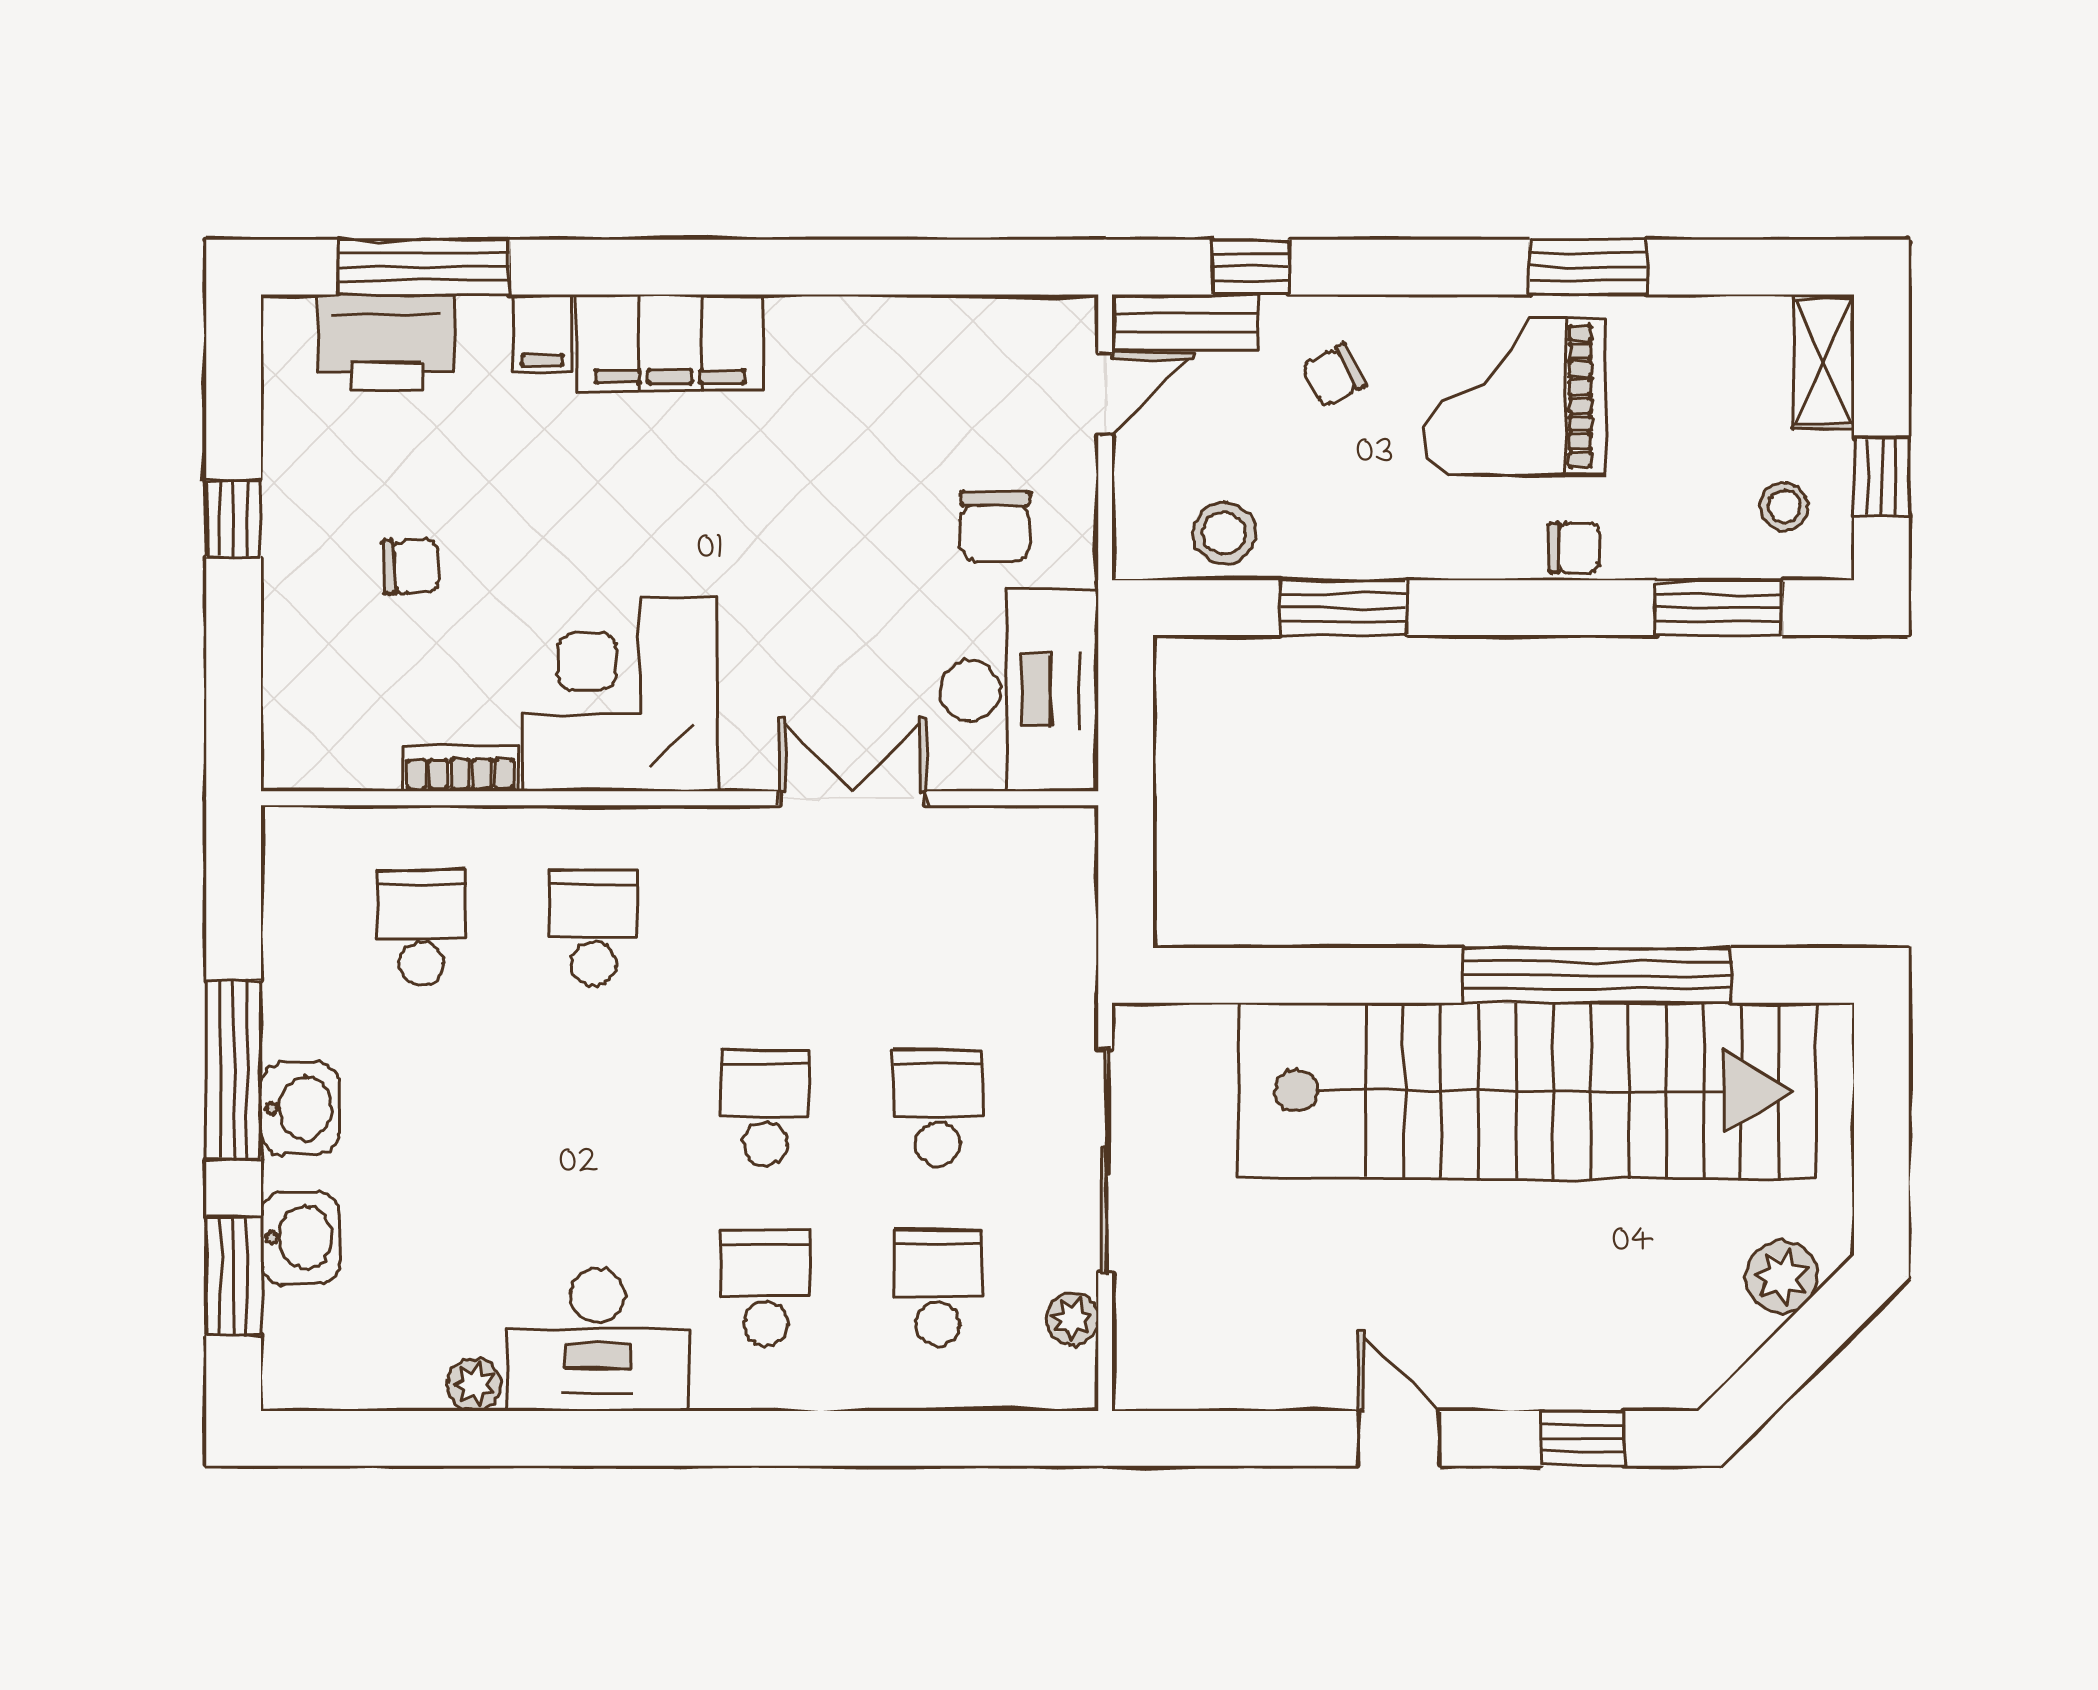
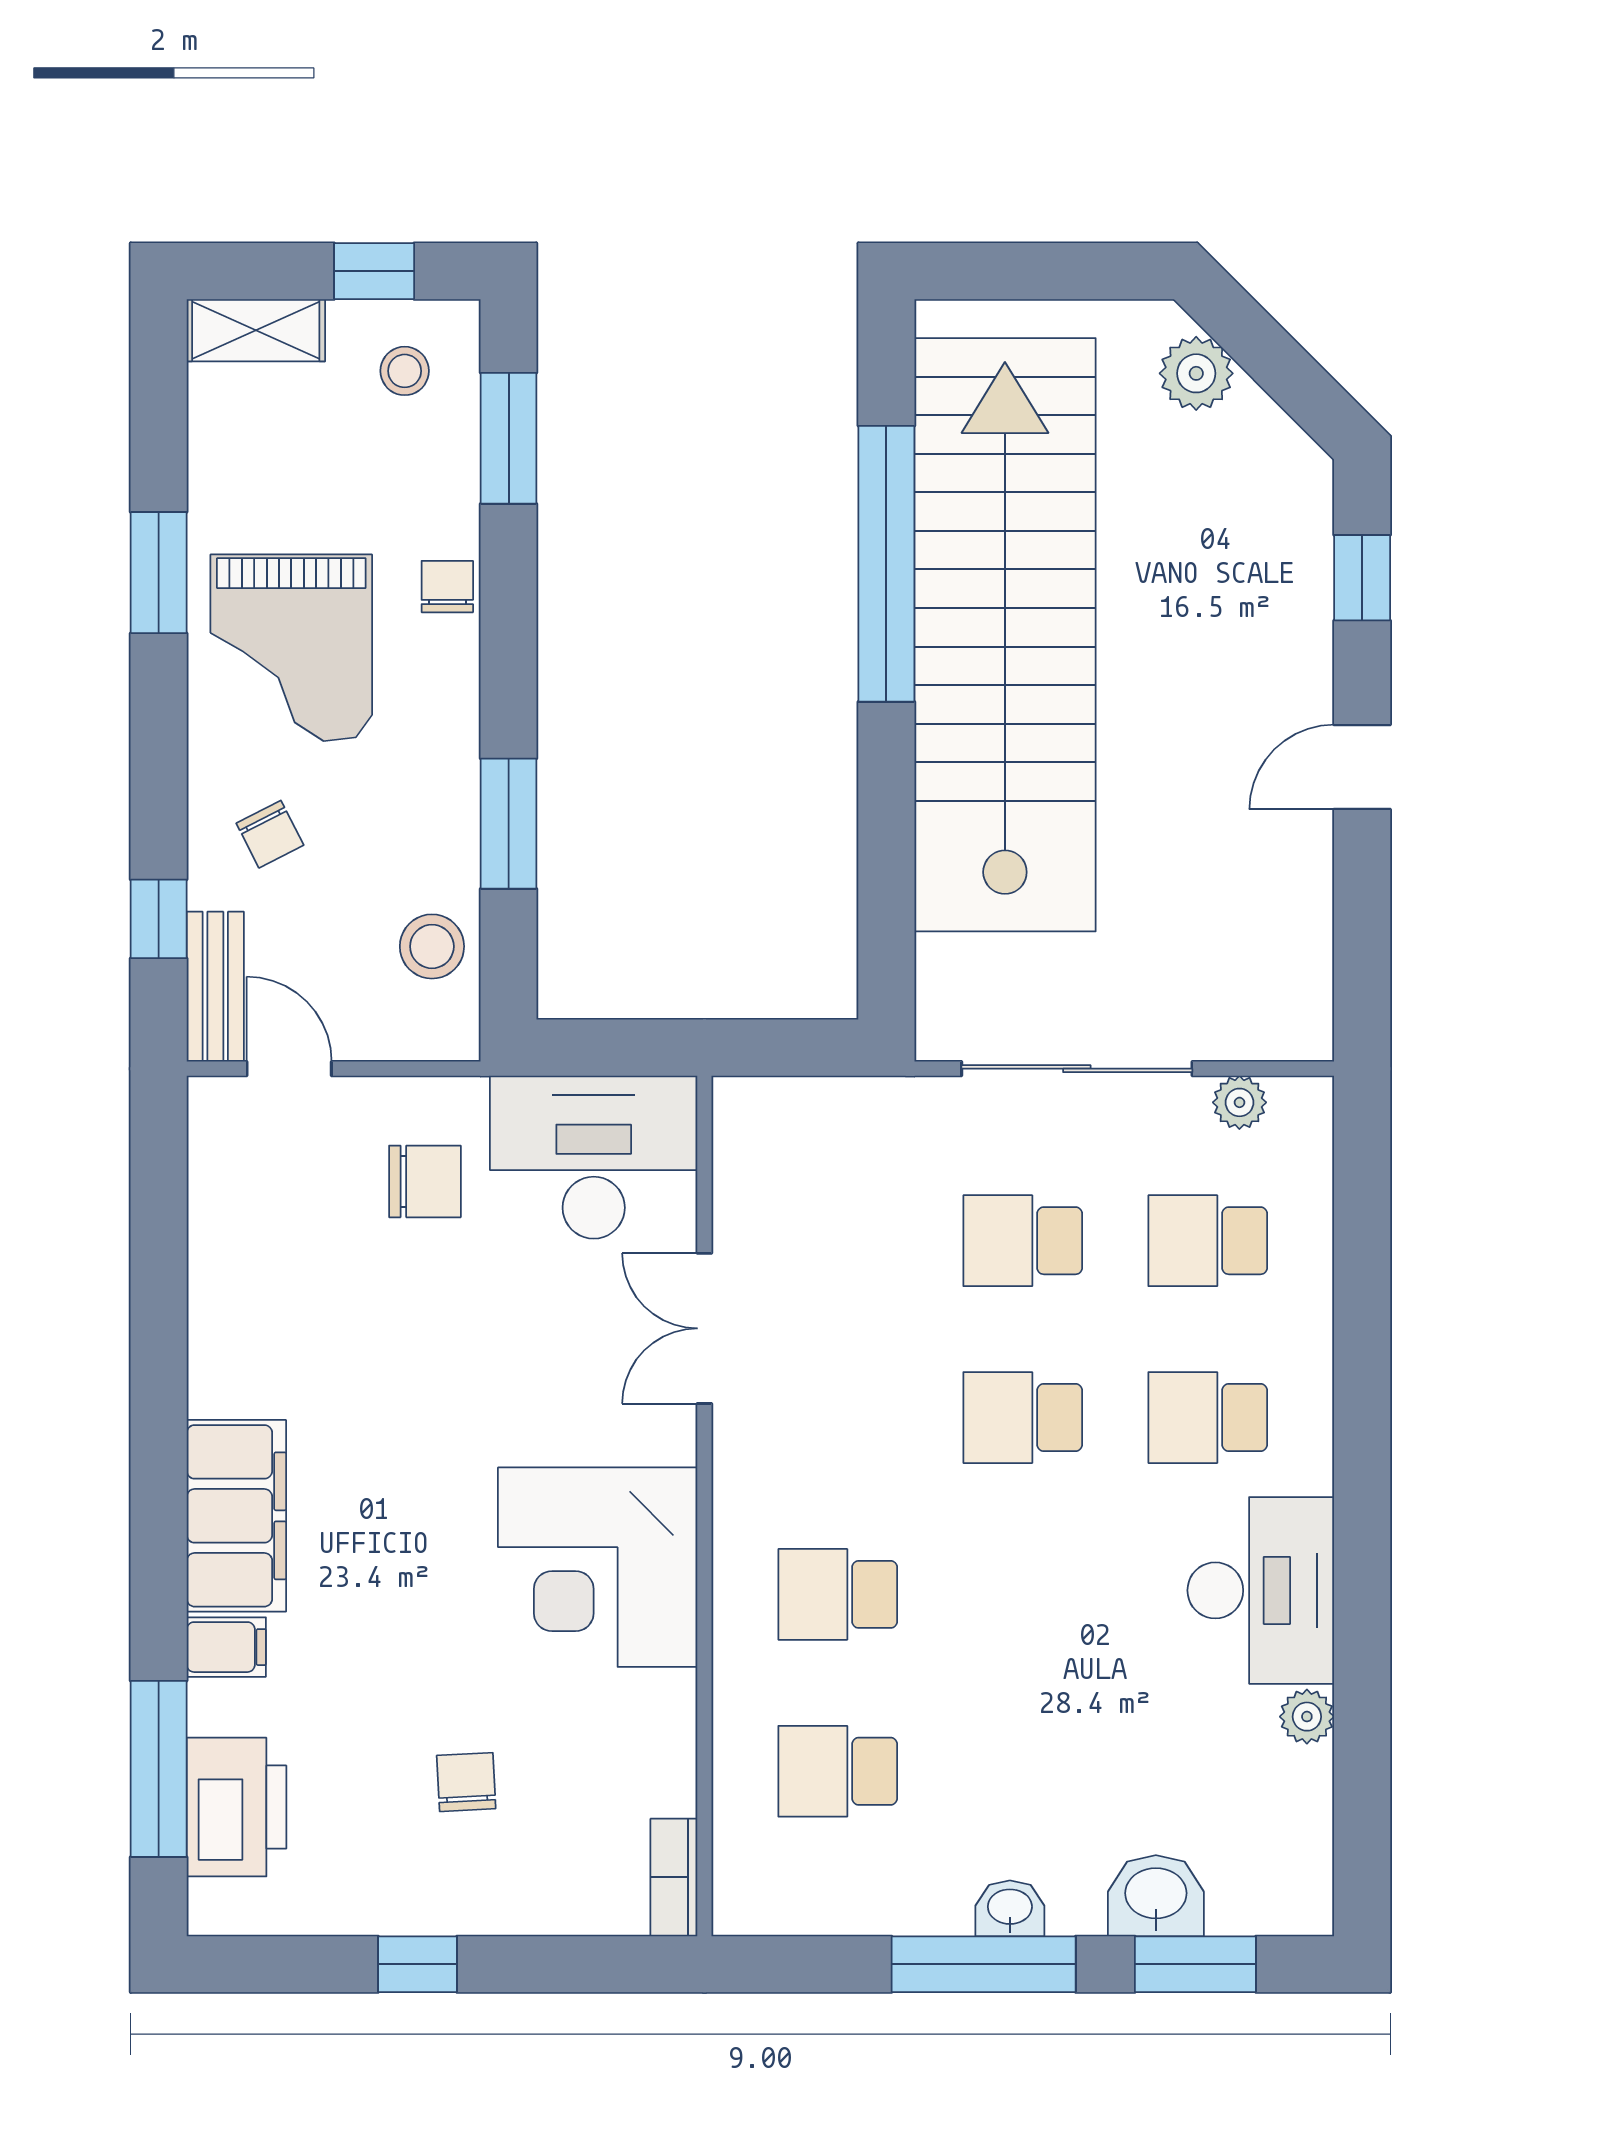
bookcase: (460, 769) -> (674, 1877), moved
washbasin: (300, 1108) -> (1010, 1908), width x0.72, depth x0.69

